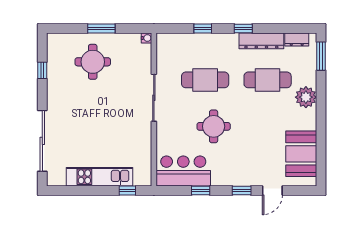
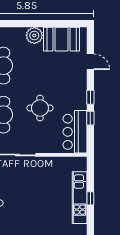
plant: (306, 97) -> (34, 35), moved
window: (127, 190) -> (90, 198), moved
window: (242, 190) -> (90, 97), moved

